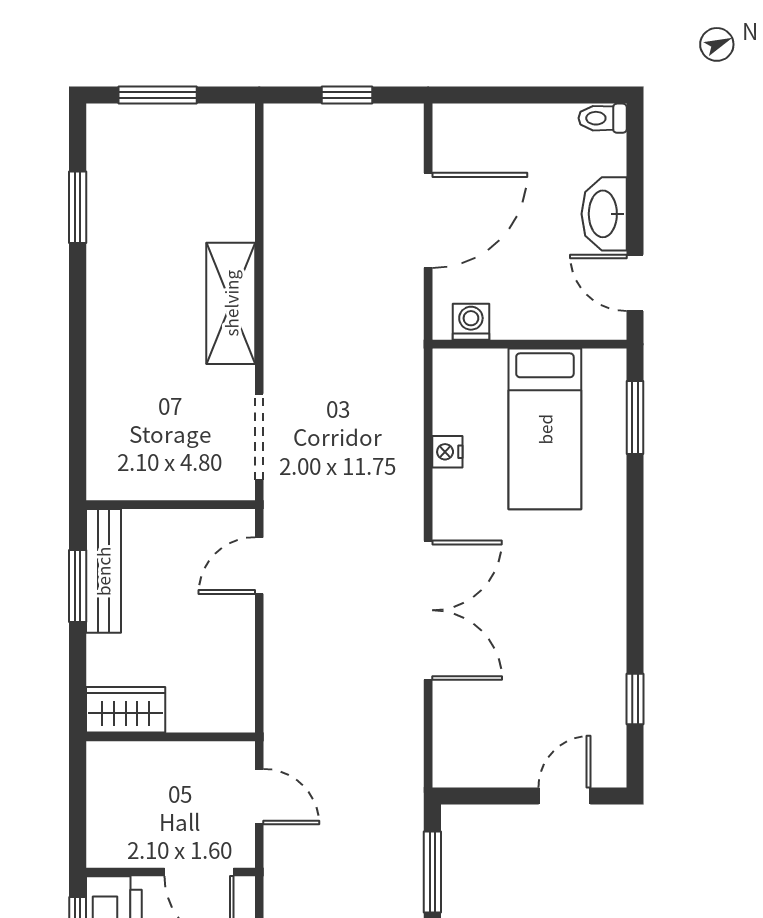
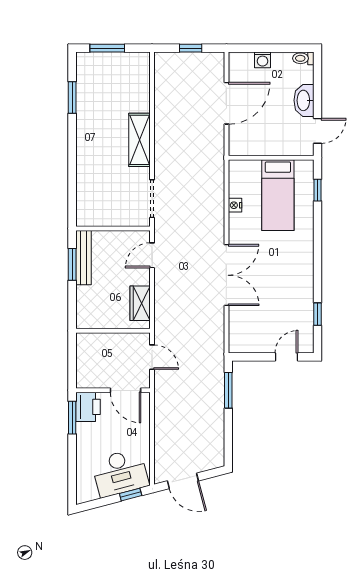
door: (635, 283) -> (318, 131), swing flipped
washing machine: (471, 322) -> (263, 60), moved, turned 180
window: (635, 418) -> (318, 190), width x0.67
wardrobe: (126, 710) -> (140, 303), moved, turned -90

